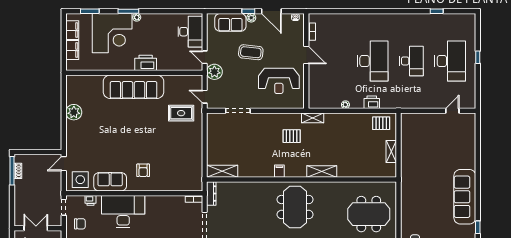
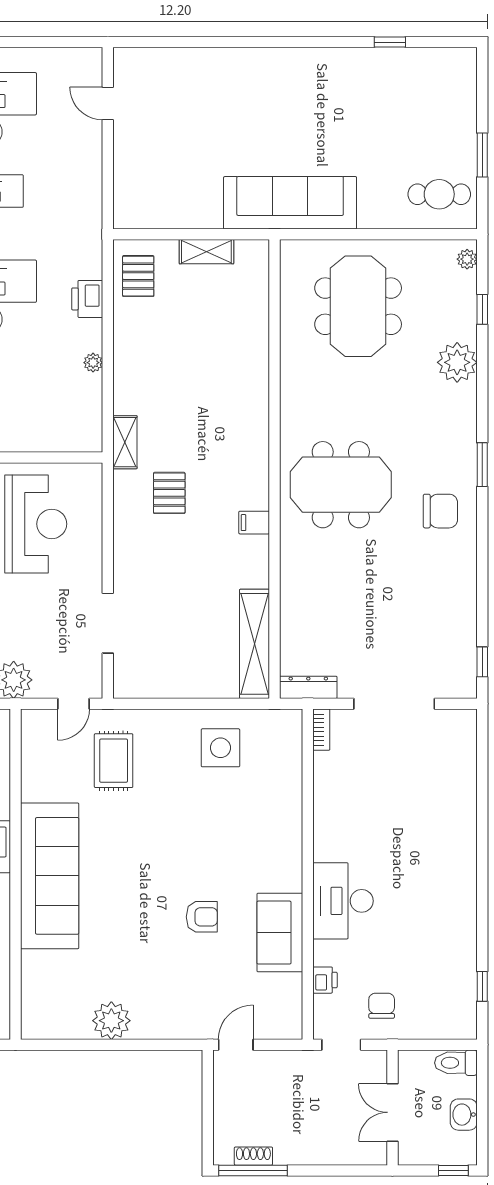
door: (64, 164) -> (236, 1045), swing flipped
armchair: (143, 170) -> (202, 917), moved
shelving: (222, 171) -> (254, 644), width x1.47
shelving: (322, 172) -> (255, 420), removed
side table: (80, 180) -> (220, 748), moved
sofa: (465, 197) -> (290, 203), moved, turned 180
desk: (123, 212) -> (343, 901), width x0.73, depth x0.77

